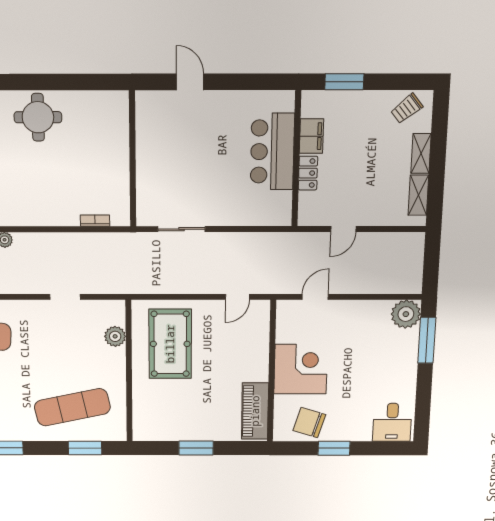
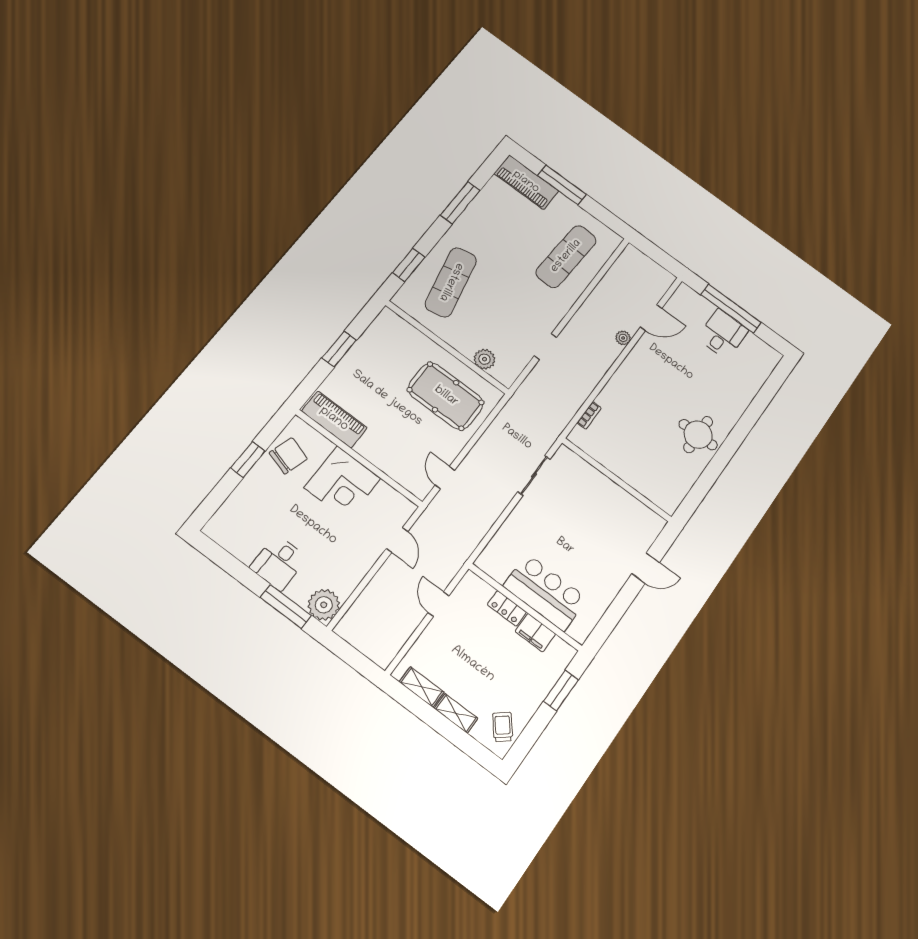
desk: (392, 422) -> (279, 563), moved, turned -90

